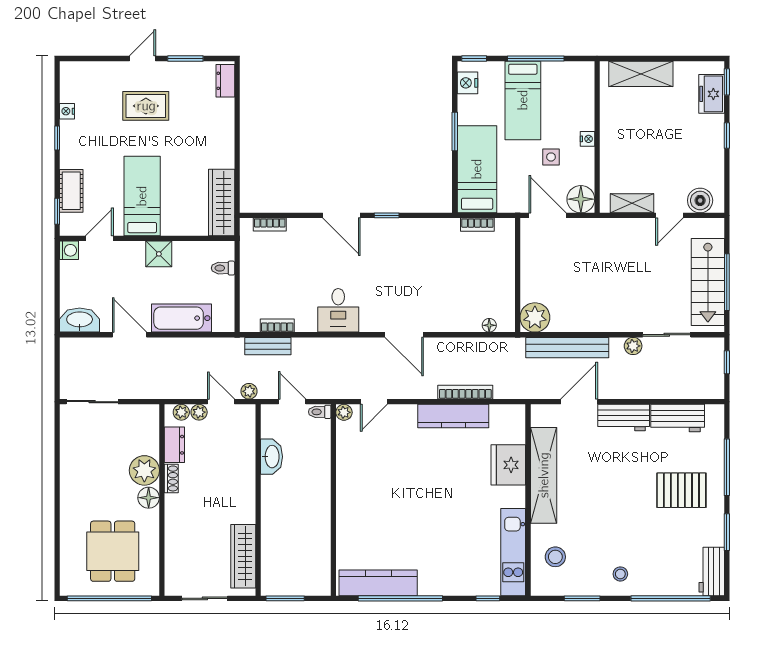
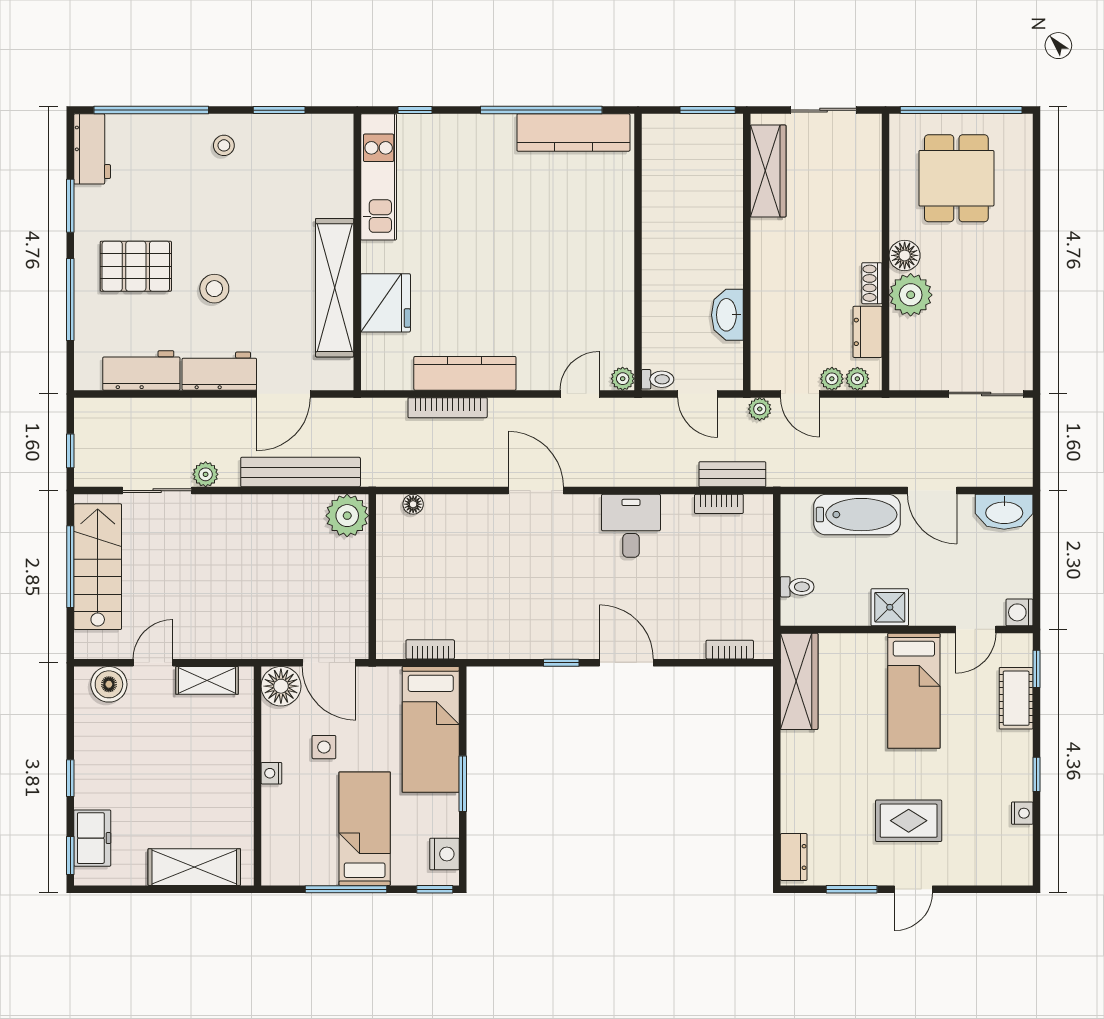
stool: (555, 557) -> (214, 289), moved

